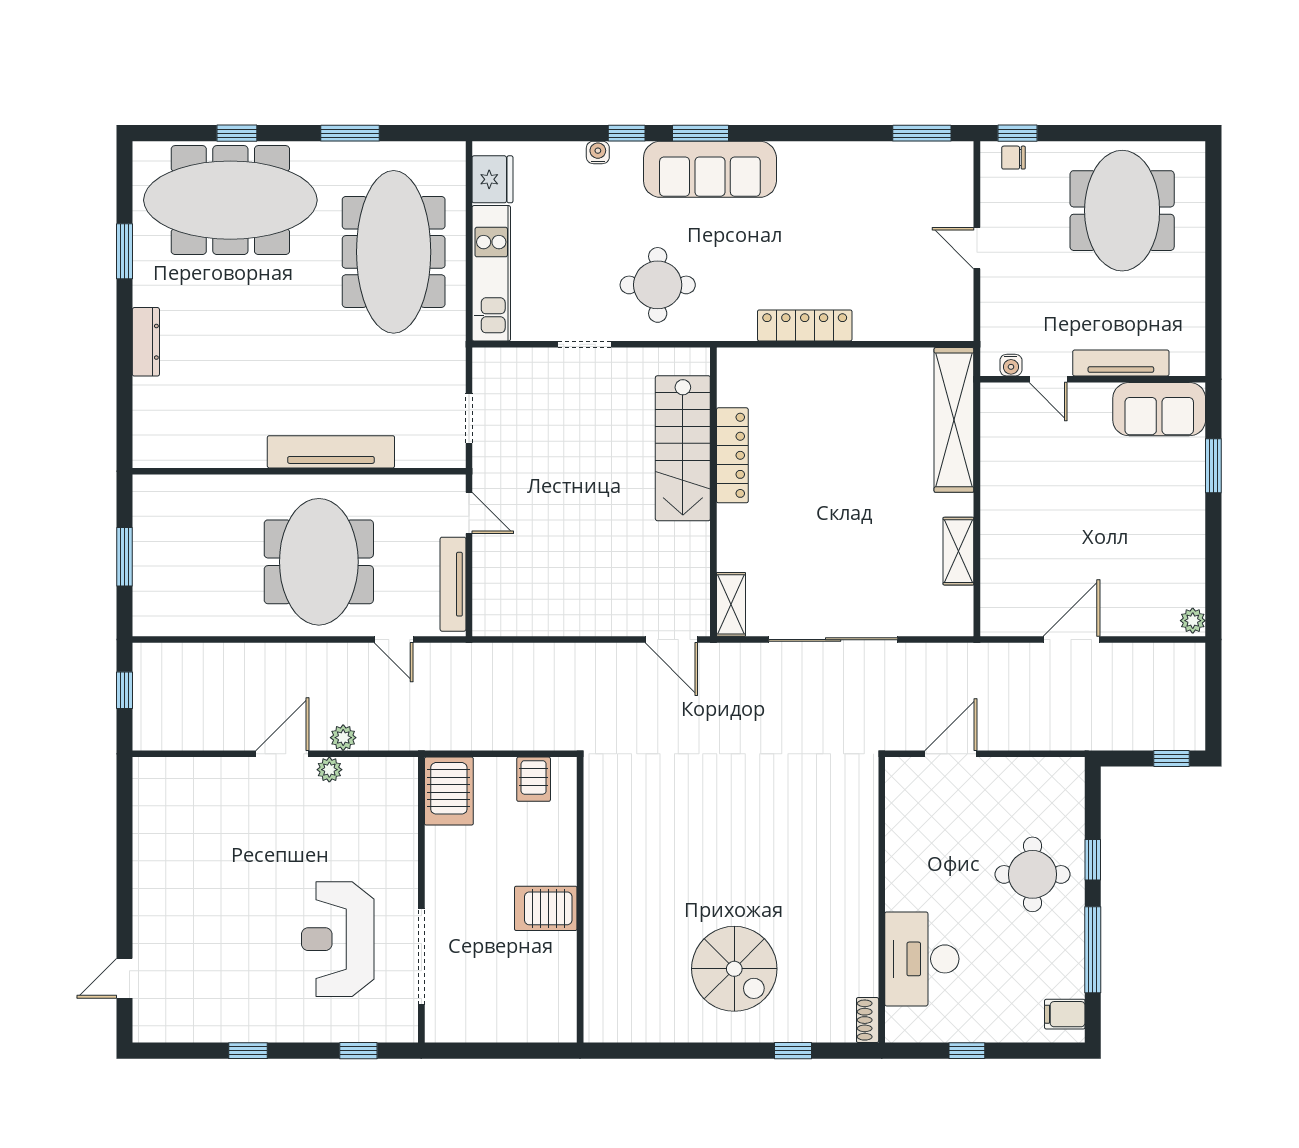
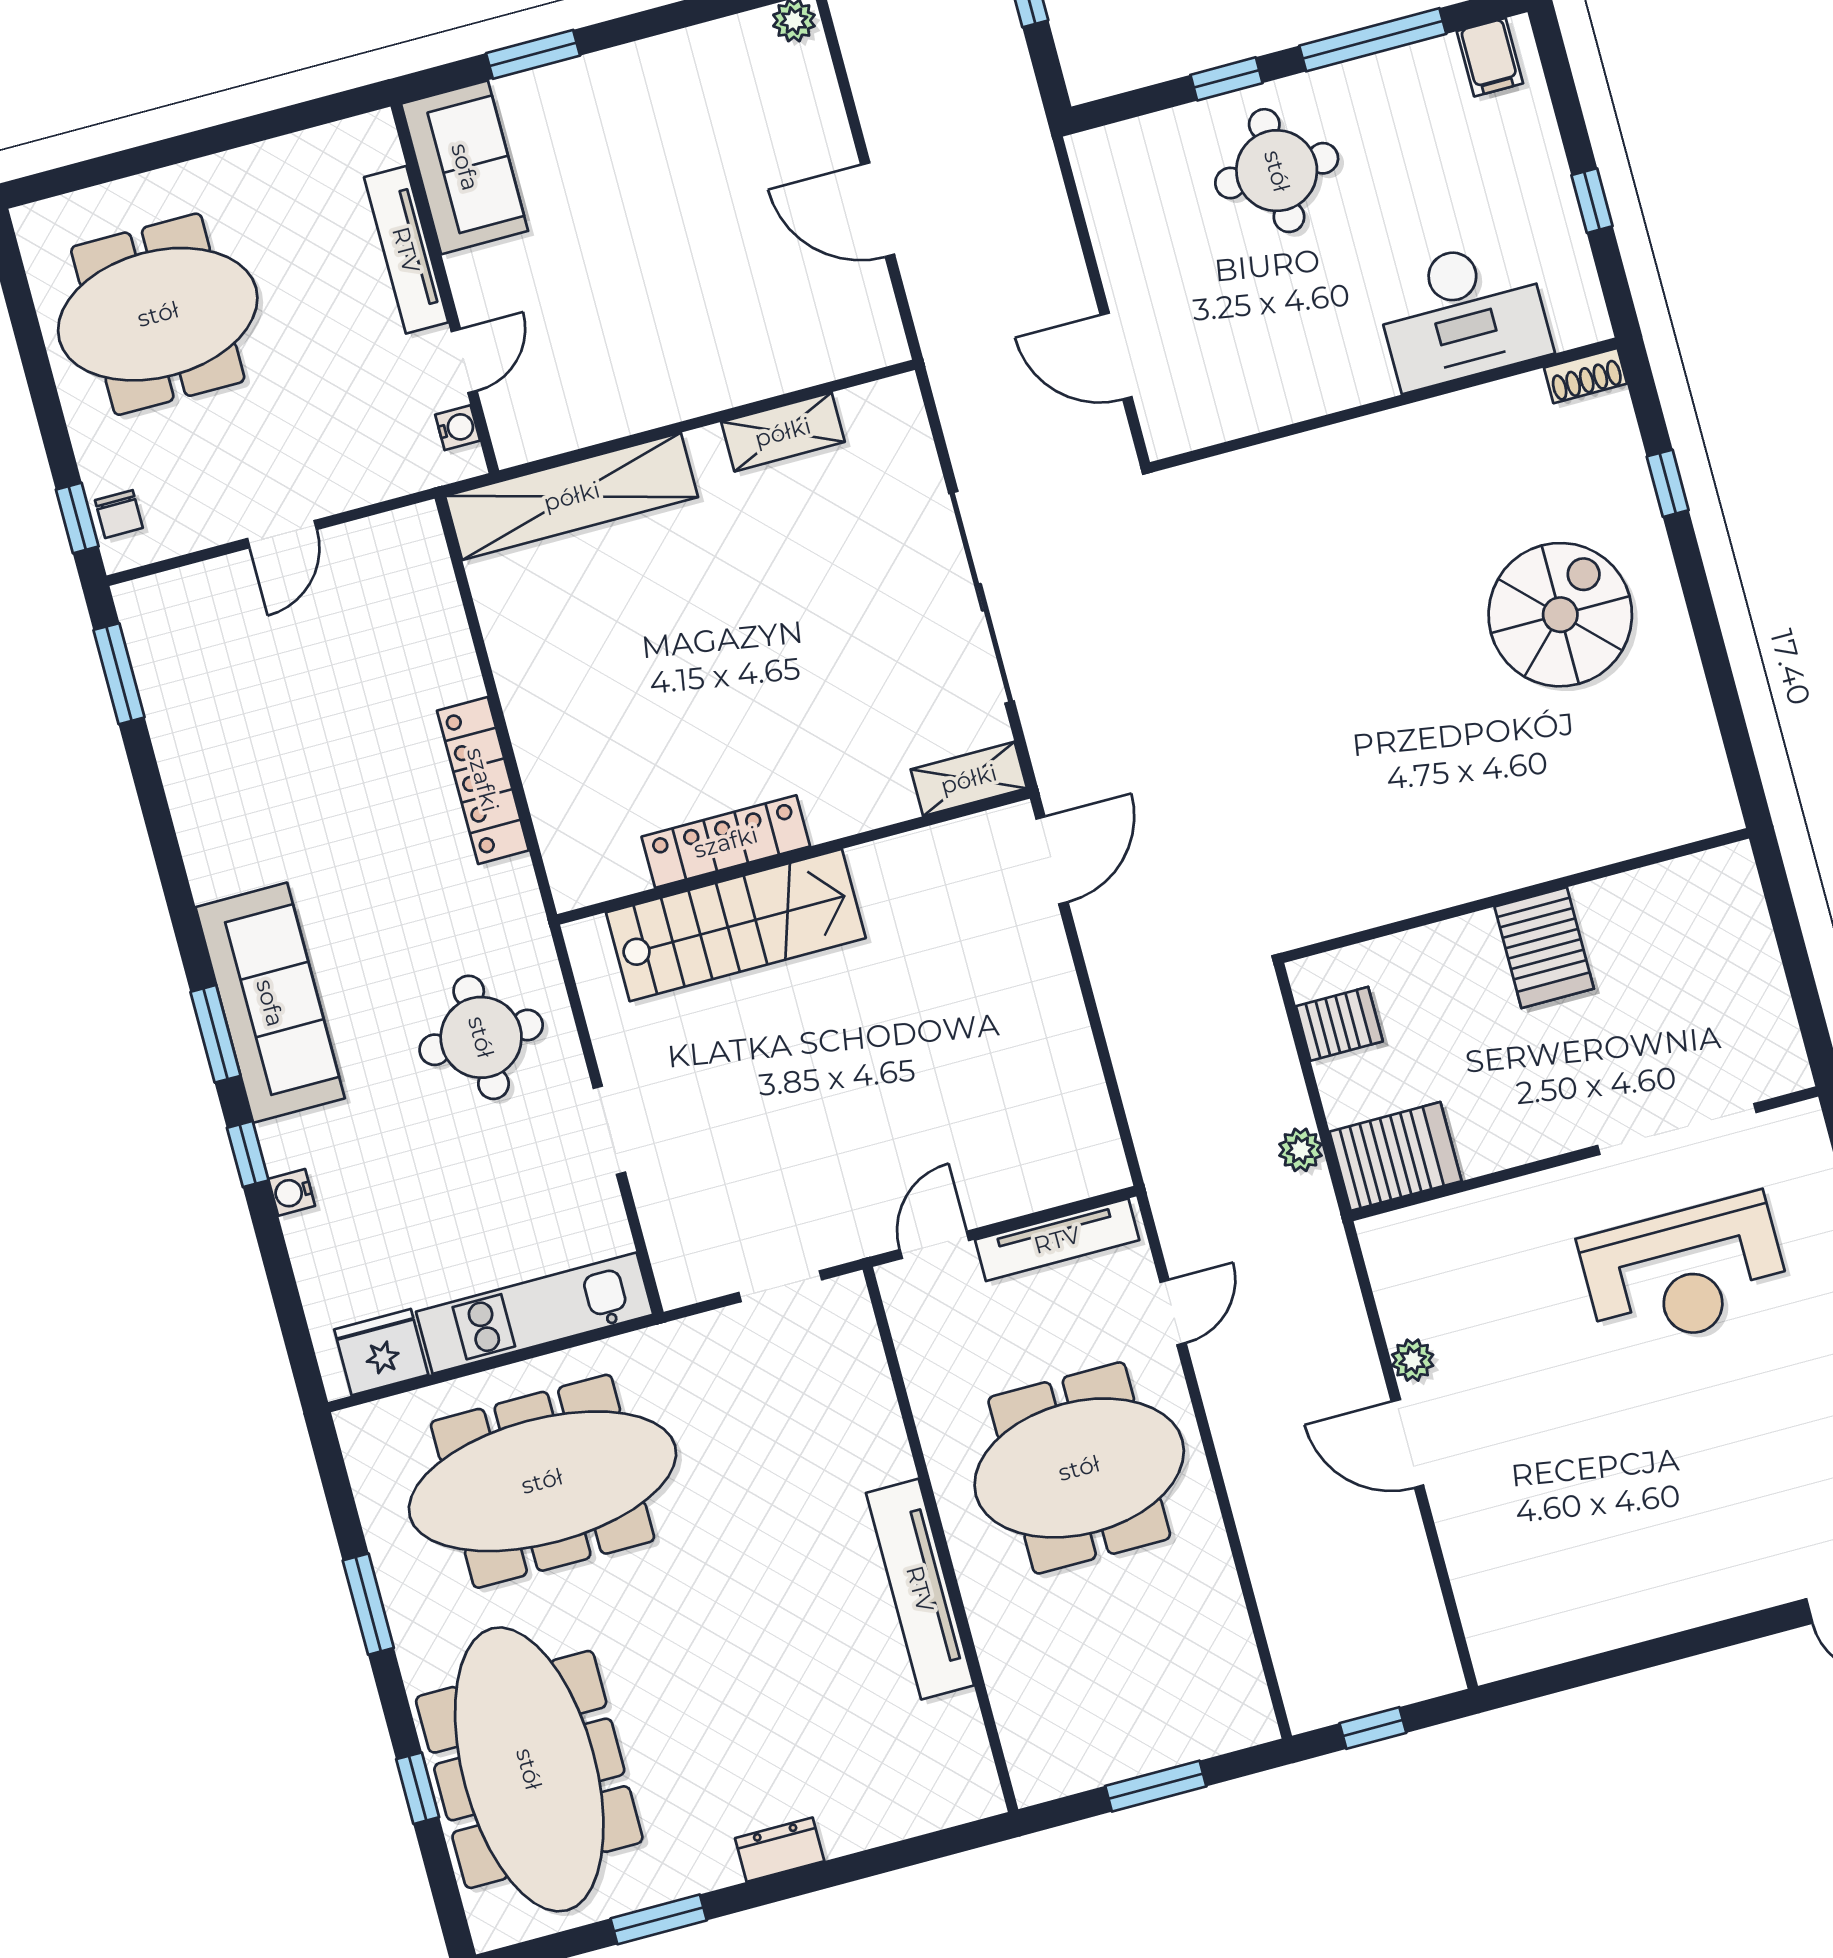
dresser: (146, 342) -> (780, 1850), width x0.70
tv unit: (331, 452) -> (920, 1589), moved
plant: (343, 738) -> (1300, 1150), moved

